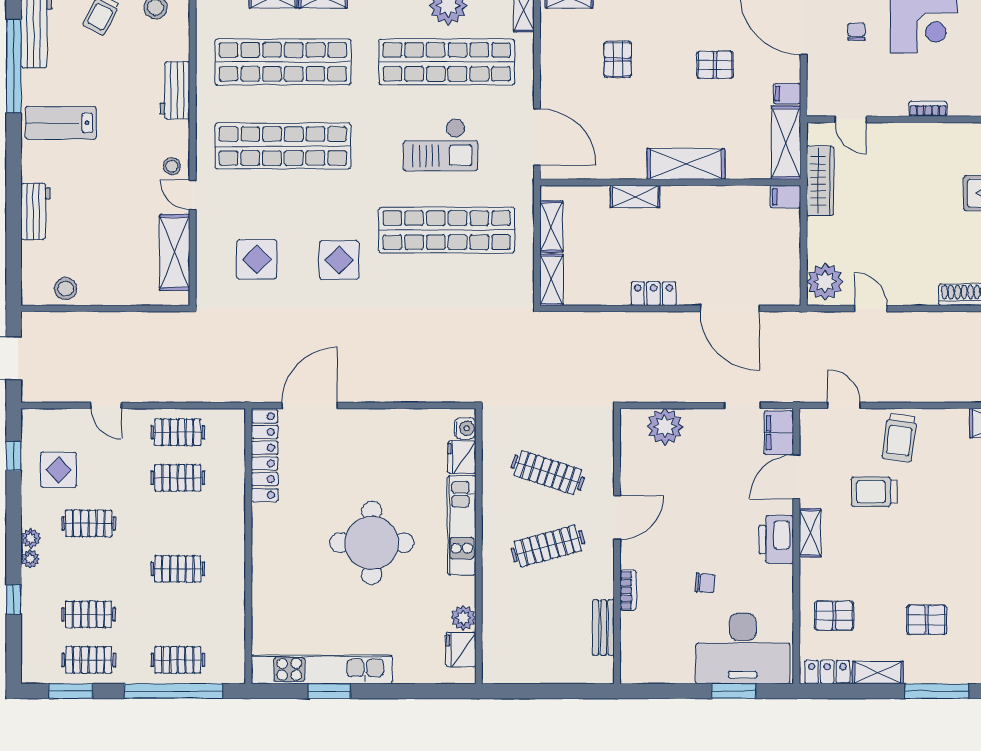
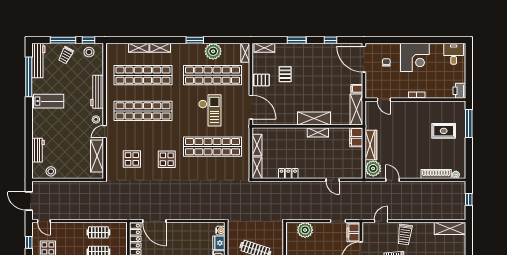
pallet: (715, 65) -> (261, 80), moved
workbench: (175, 90) -> (97, 92), width x1.38
lab bench: (61, 123) -> (49, 101), turned 180
checkout: (441, 145) -> (210, 110), turned -90
wardrobe: (820, 181) -> (371, 145), moved
door: (193, 195) -> (105, 132), hinge flipped
shelving: (635, 196) -> (318, 132), moved
filing cabinet: (785, 197) -> (356, 137), width x2.00
workbench: (36, 211) -> (38, 150), moved
locker: (653, 294) -> (288, 174), moved
door: (730, 308) -> (333, 180), width x0.53
door: (106, 405) -> (44, 221), moved
door: (310, 405) -> (154, 221), swing flipped
door: (844, 405) -> (381, 221), hinge flipped

